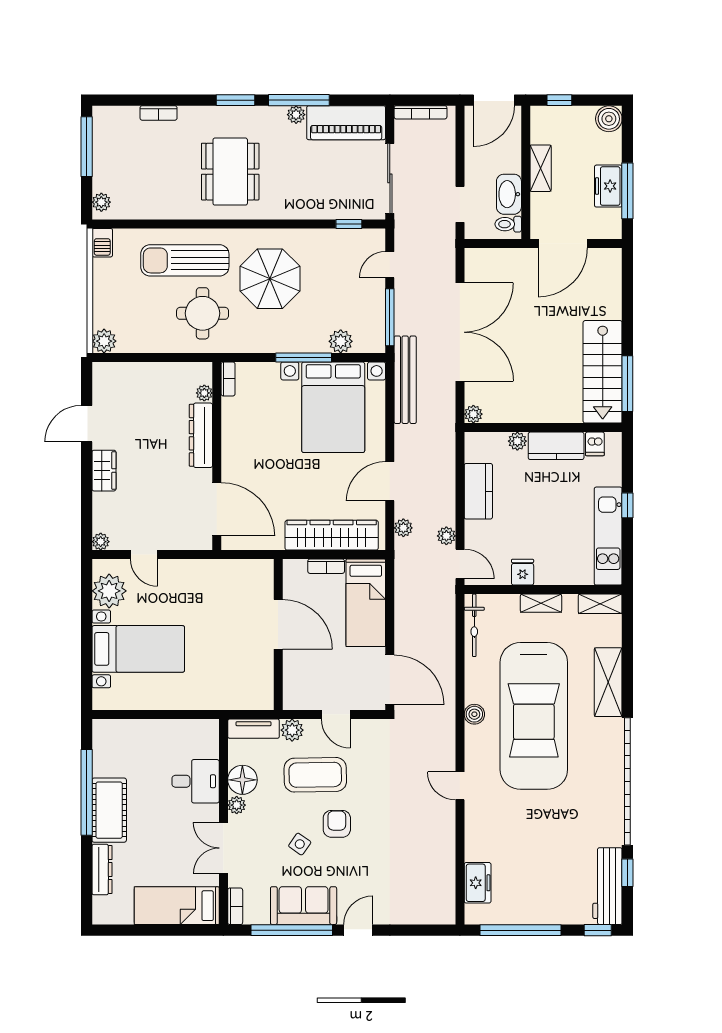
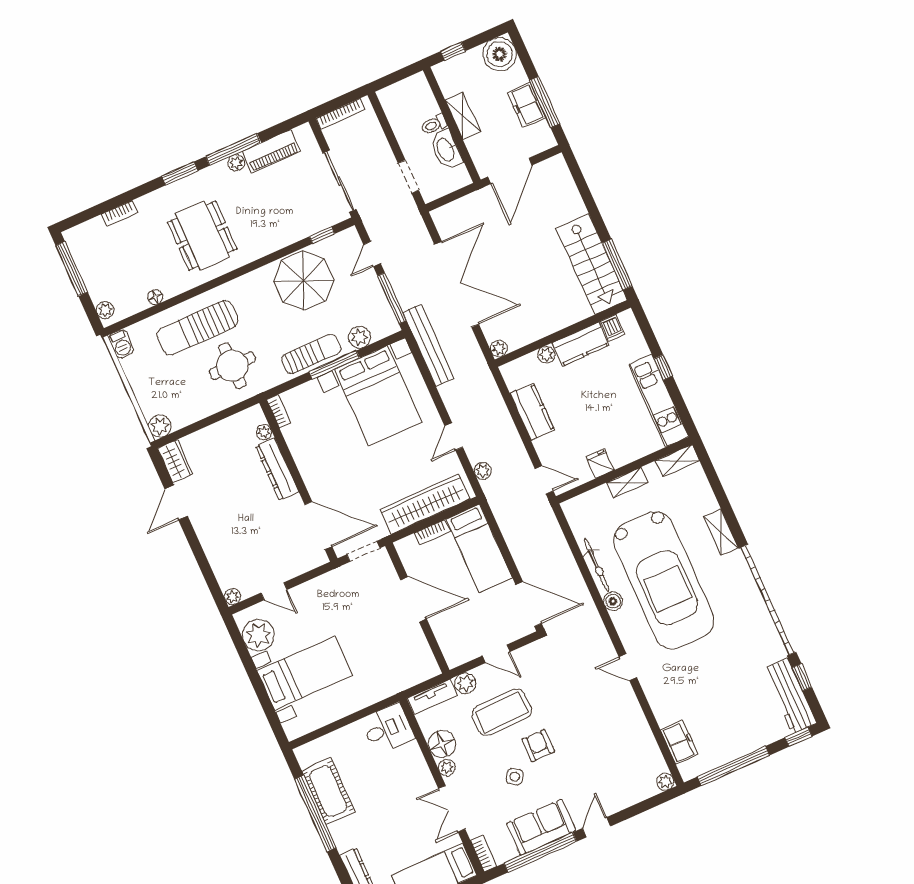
door: (494, 100) -> (398, 76), removed
boiler: (609, 119) -> (499, 54), width x1.37, depth x1.37
piano: (346, 123) -> (271, 151), width x0.73, depth x0.75
floor lamp: (157, 211) -> (155, 297), added
toilet: (508, 224) -> (434, 125), moved
parasol: (270, 279) -> (303, 281), moved
sun lounger: (286, 337) -> (311, 354), added
wardrobe: (104, 471) -> (175, 461), moved
door: (390, 481) -> (454, 437), width x0.73
plant: (446, 536) -> (665, 782), moved
doorway: (250, 555) -> (363, 551), added
bicycle: (474, 625) -> (597, 565), moved
shelving: (608, 682) -> (721, 532), width x0.67, depth x0.75
desk: (196, 781) -> (388, 729), moved
cot: (109, 810) -> (328, 791), moved

